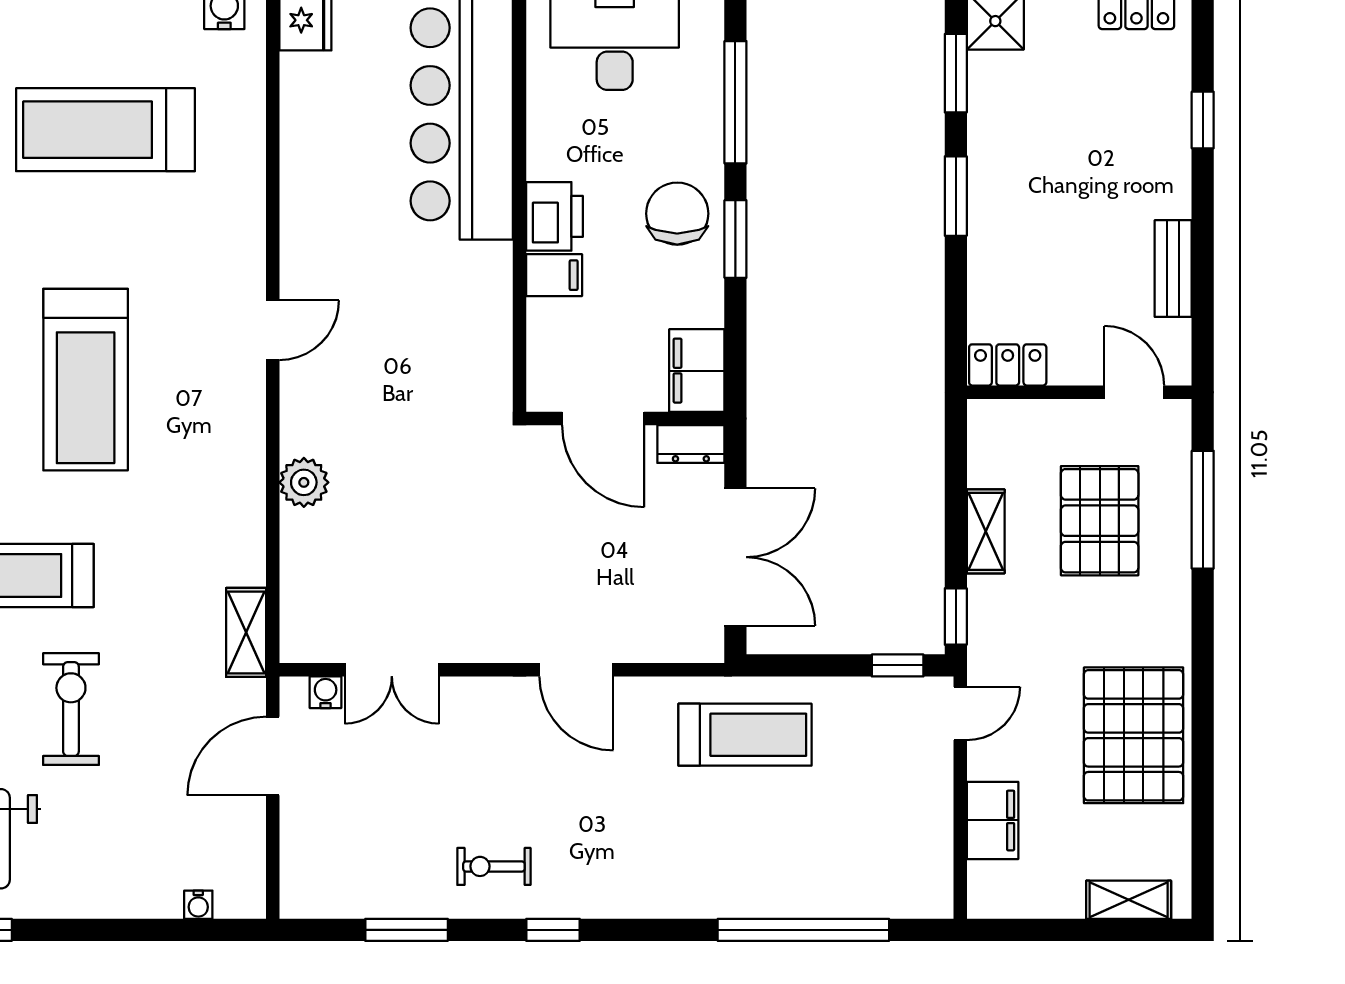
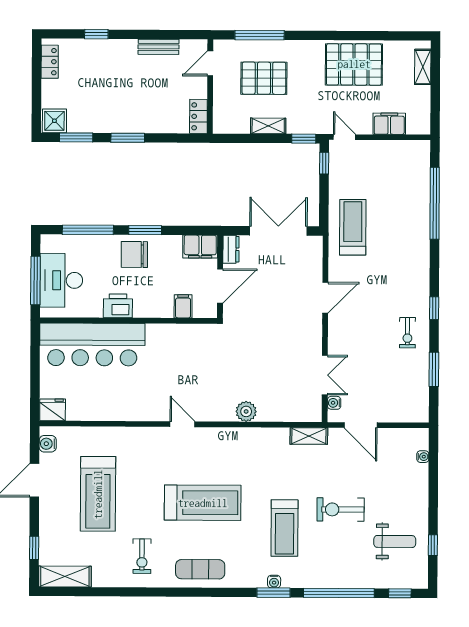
printer: (554, 216) -> (118, 306), moved
filing cabinet: (554, 275) -> (183, 306), moved

